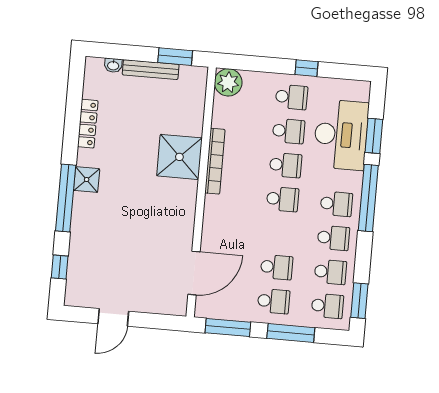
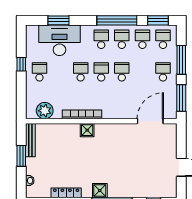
window: (175, 57) -> (21, 156), moved
bench: (151, 70) -> (30, 140), moved
plant: (228, 82) -> (45, 111), moved
school desk: (289, 131) -> (60, 72), removed
shower: (179, 157) -> (87, 130), width x0.54, depth x0.54
window: (368, 198) -> (117, 20), moved
school desk: (277, 267) -> (122, 72), moved
door: (194, 273) -> (150, 121), hinge flipped

